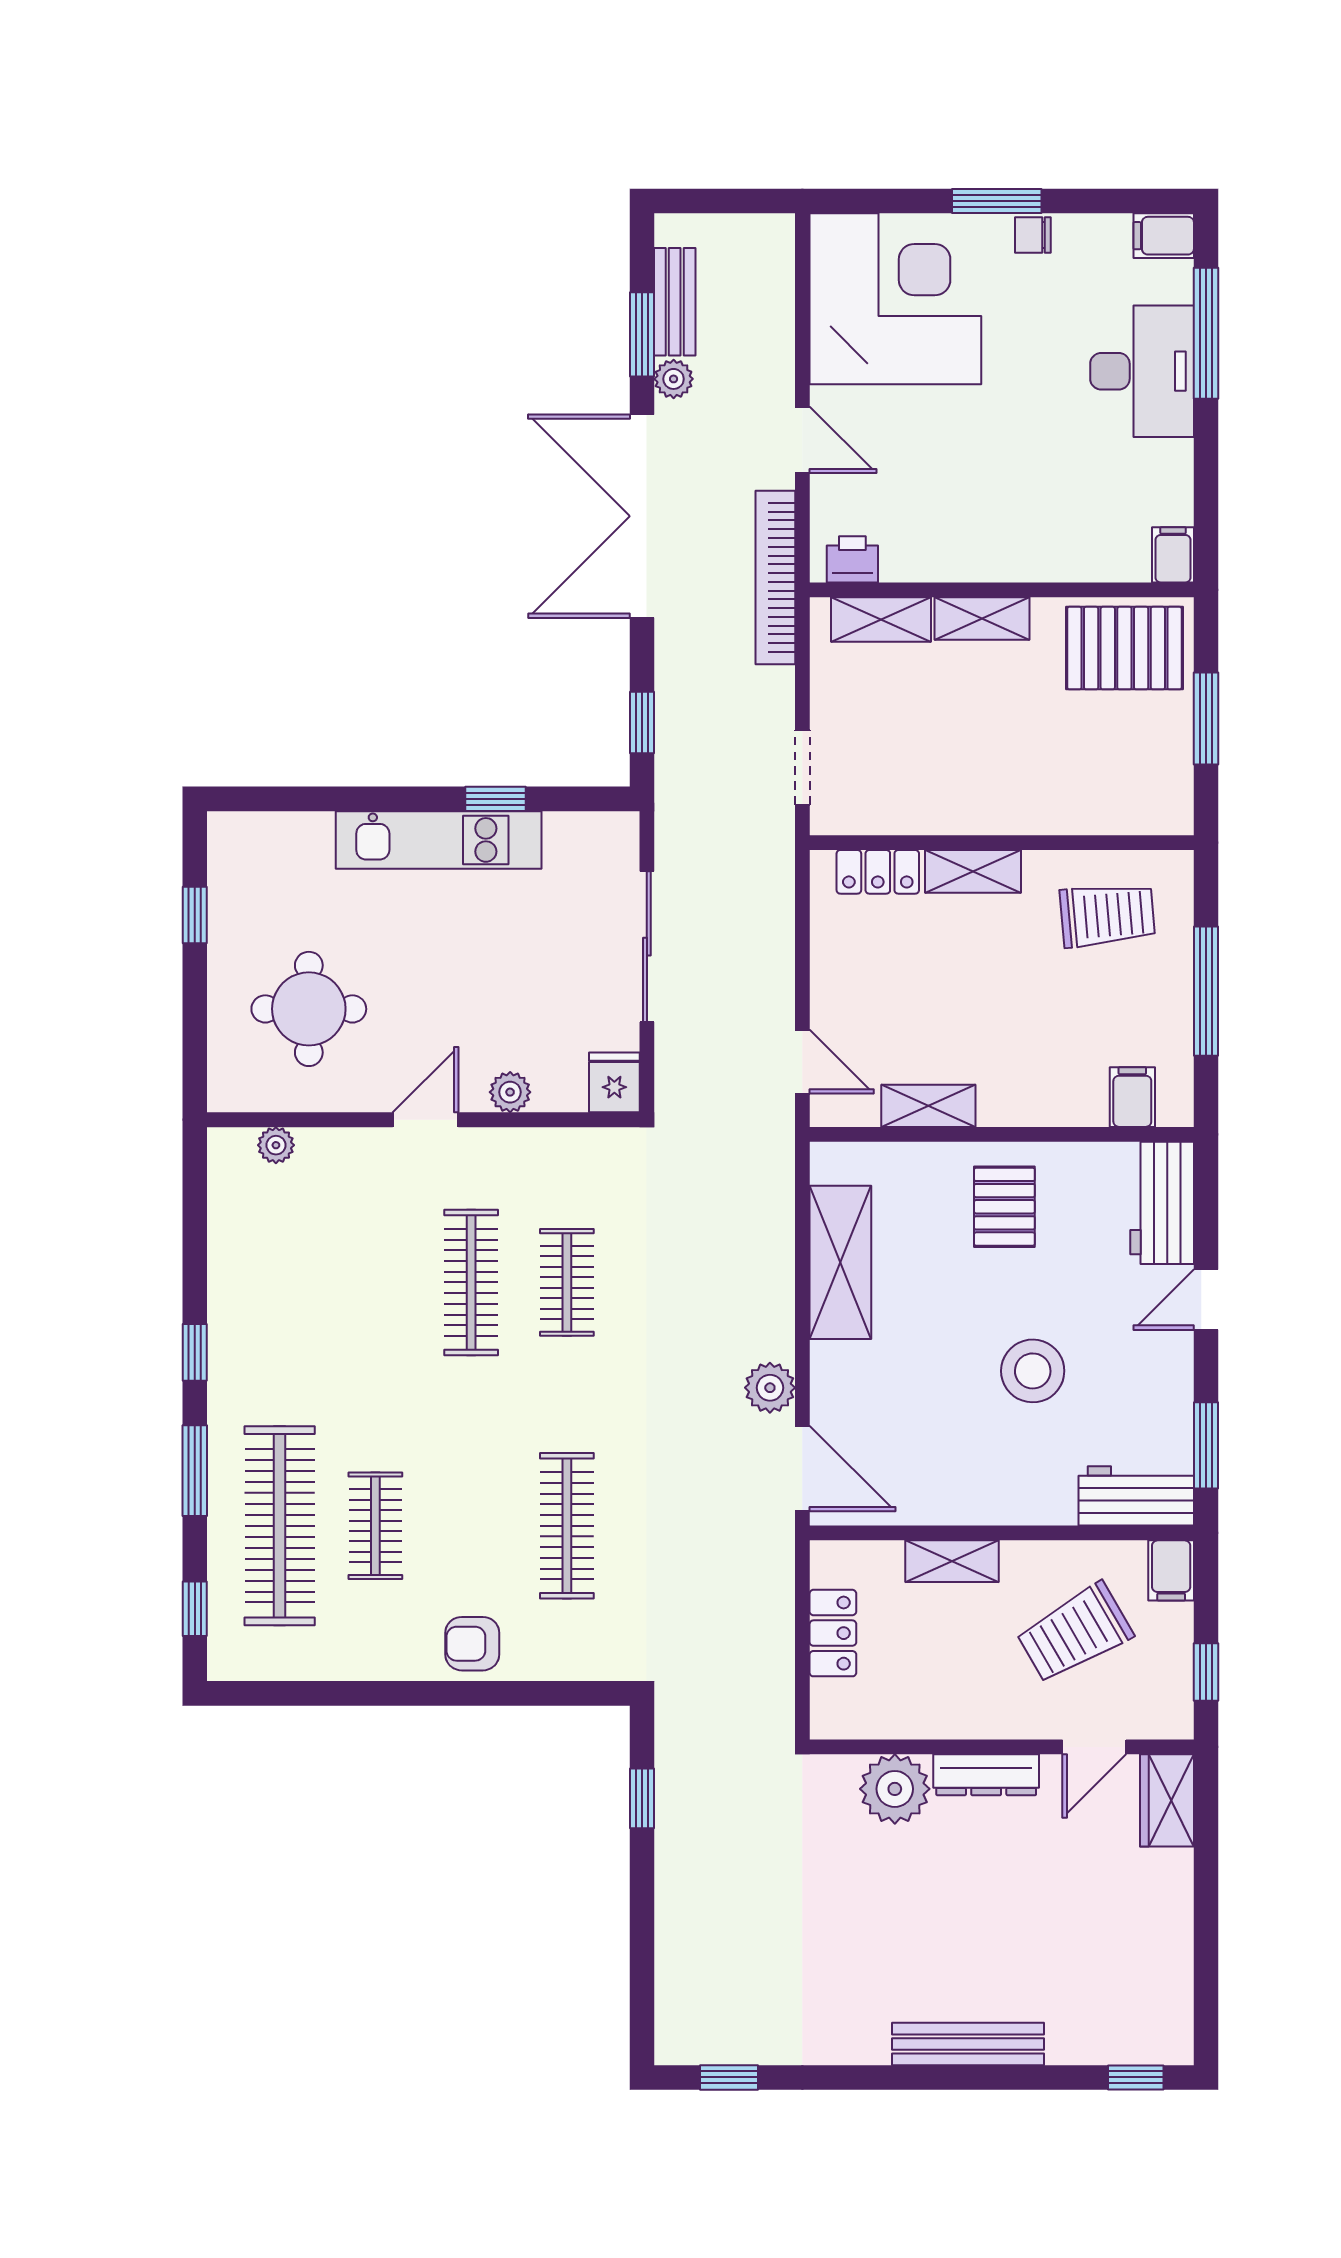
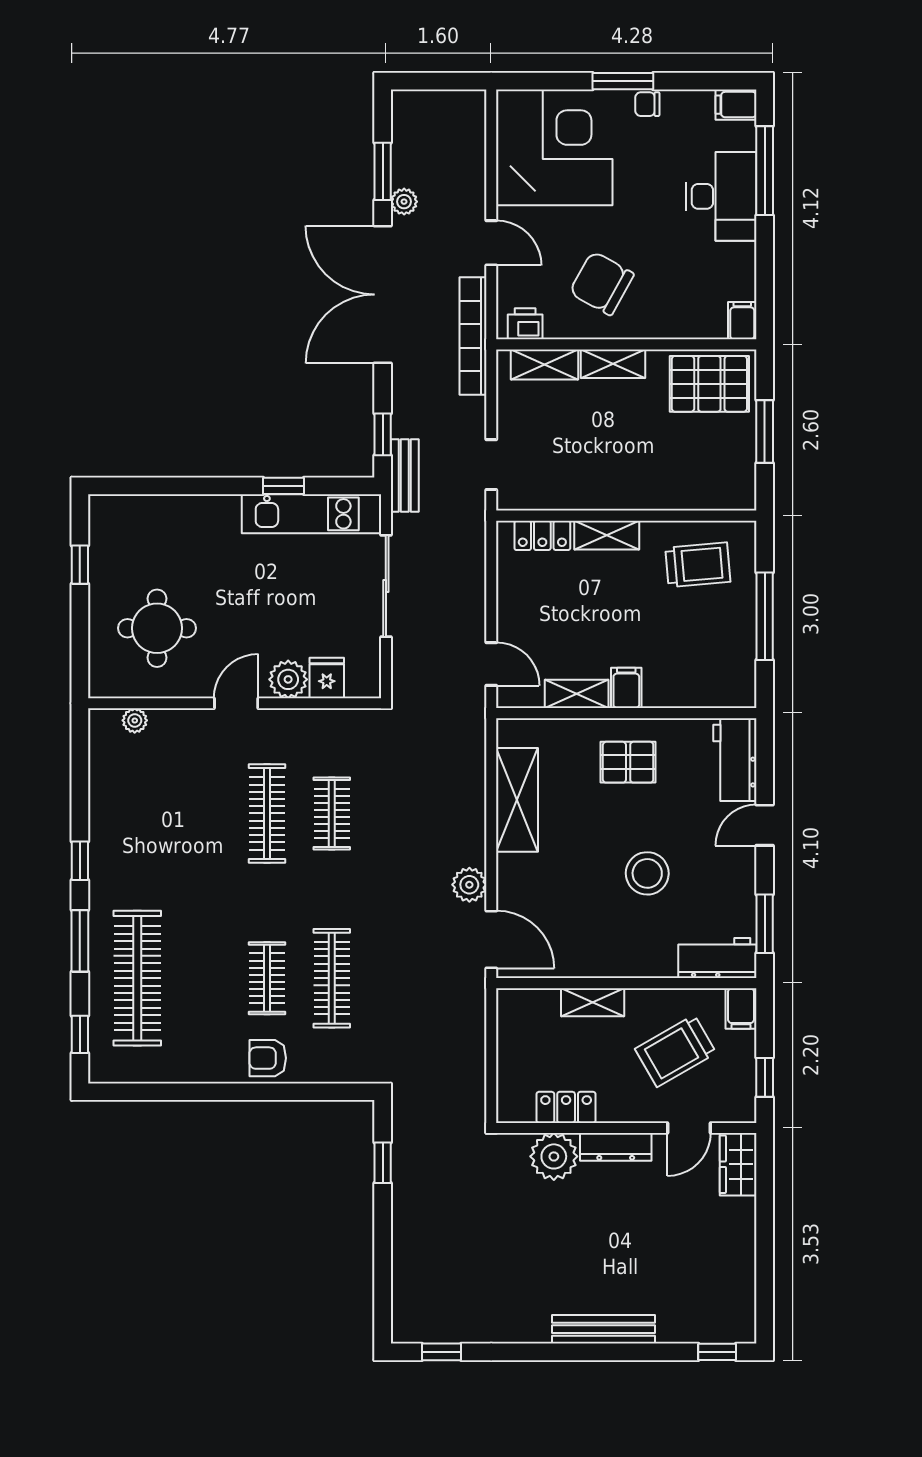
bench: (675, 302) -> (405, 476), moved
chair: (965, 500) -> (602, 283), added
kitchen unit: (439, 840) -> (311, 514), moved
fridge: (614, 1082) -> (327, 678), moved
plant: (510, 1092) -> (288, 679), width x1.38, depth x1.38
filing cabinet: (1132, 1097) -> (626, 688), moved
pallet: (1004, 1207) -> (628, 762), turned 90
clothes rail: (375, 1526) -> (267, 978), moved
locker: (833, 1633) -> (566, 1107), moved, turned -90

